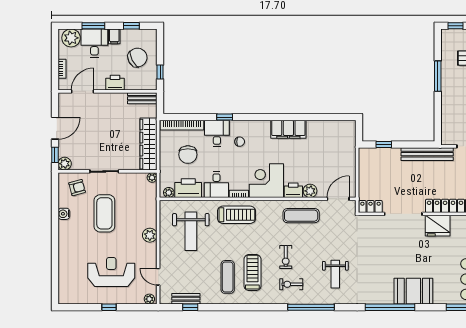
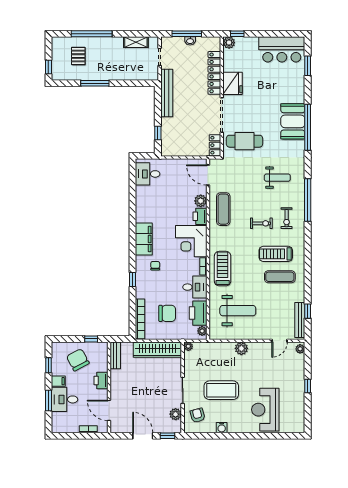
plant: (71, 38) -> (60, 421), removed
filing cabinet: (288, 129) -> (144, 239), moved
desk: (217, 133) -> (148, 174), moved
plant: (65, 164) -> (176, 414), moved
cafe table: (375, 239) -> (244, 141), added
reception desk: (111, 272) -> (265, 410), moved
booth: (413, 291) -> (293, 121), moved
bench: (186, 299) -> (300, 320), width x1.36

